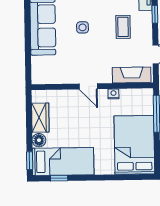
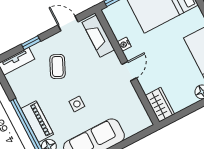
coffee table: (123, 27) -> (58, 66), turned -65
wardrobe: (40, 118) -> (160, 105), moved, turned 90

